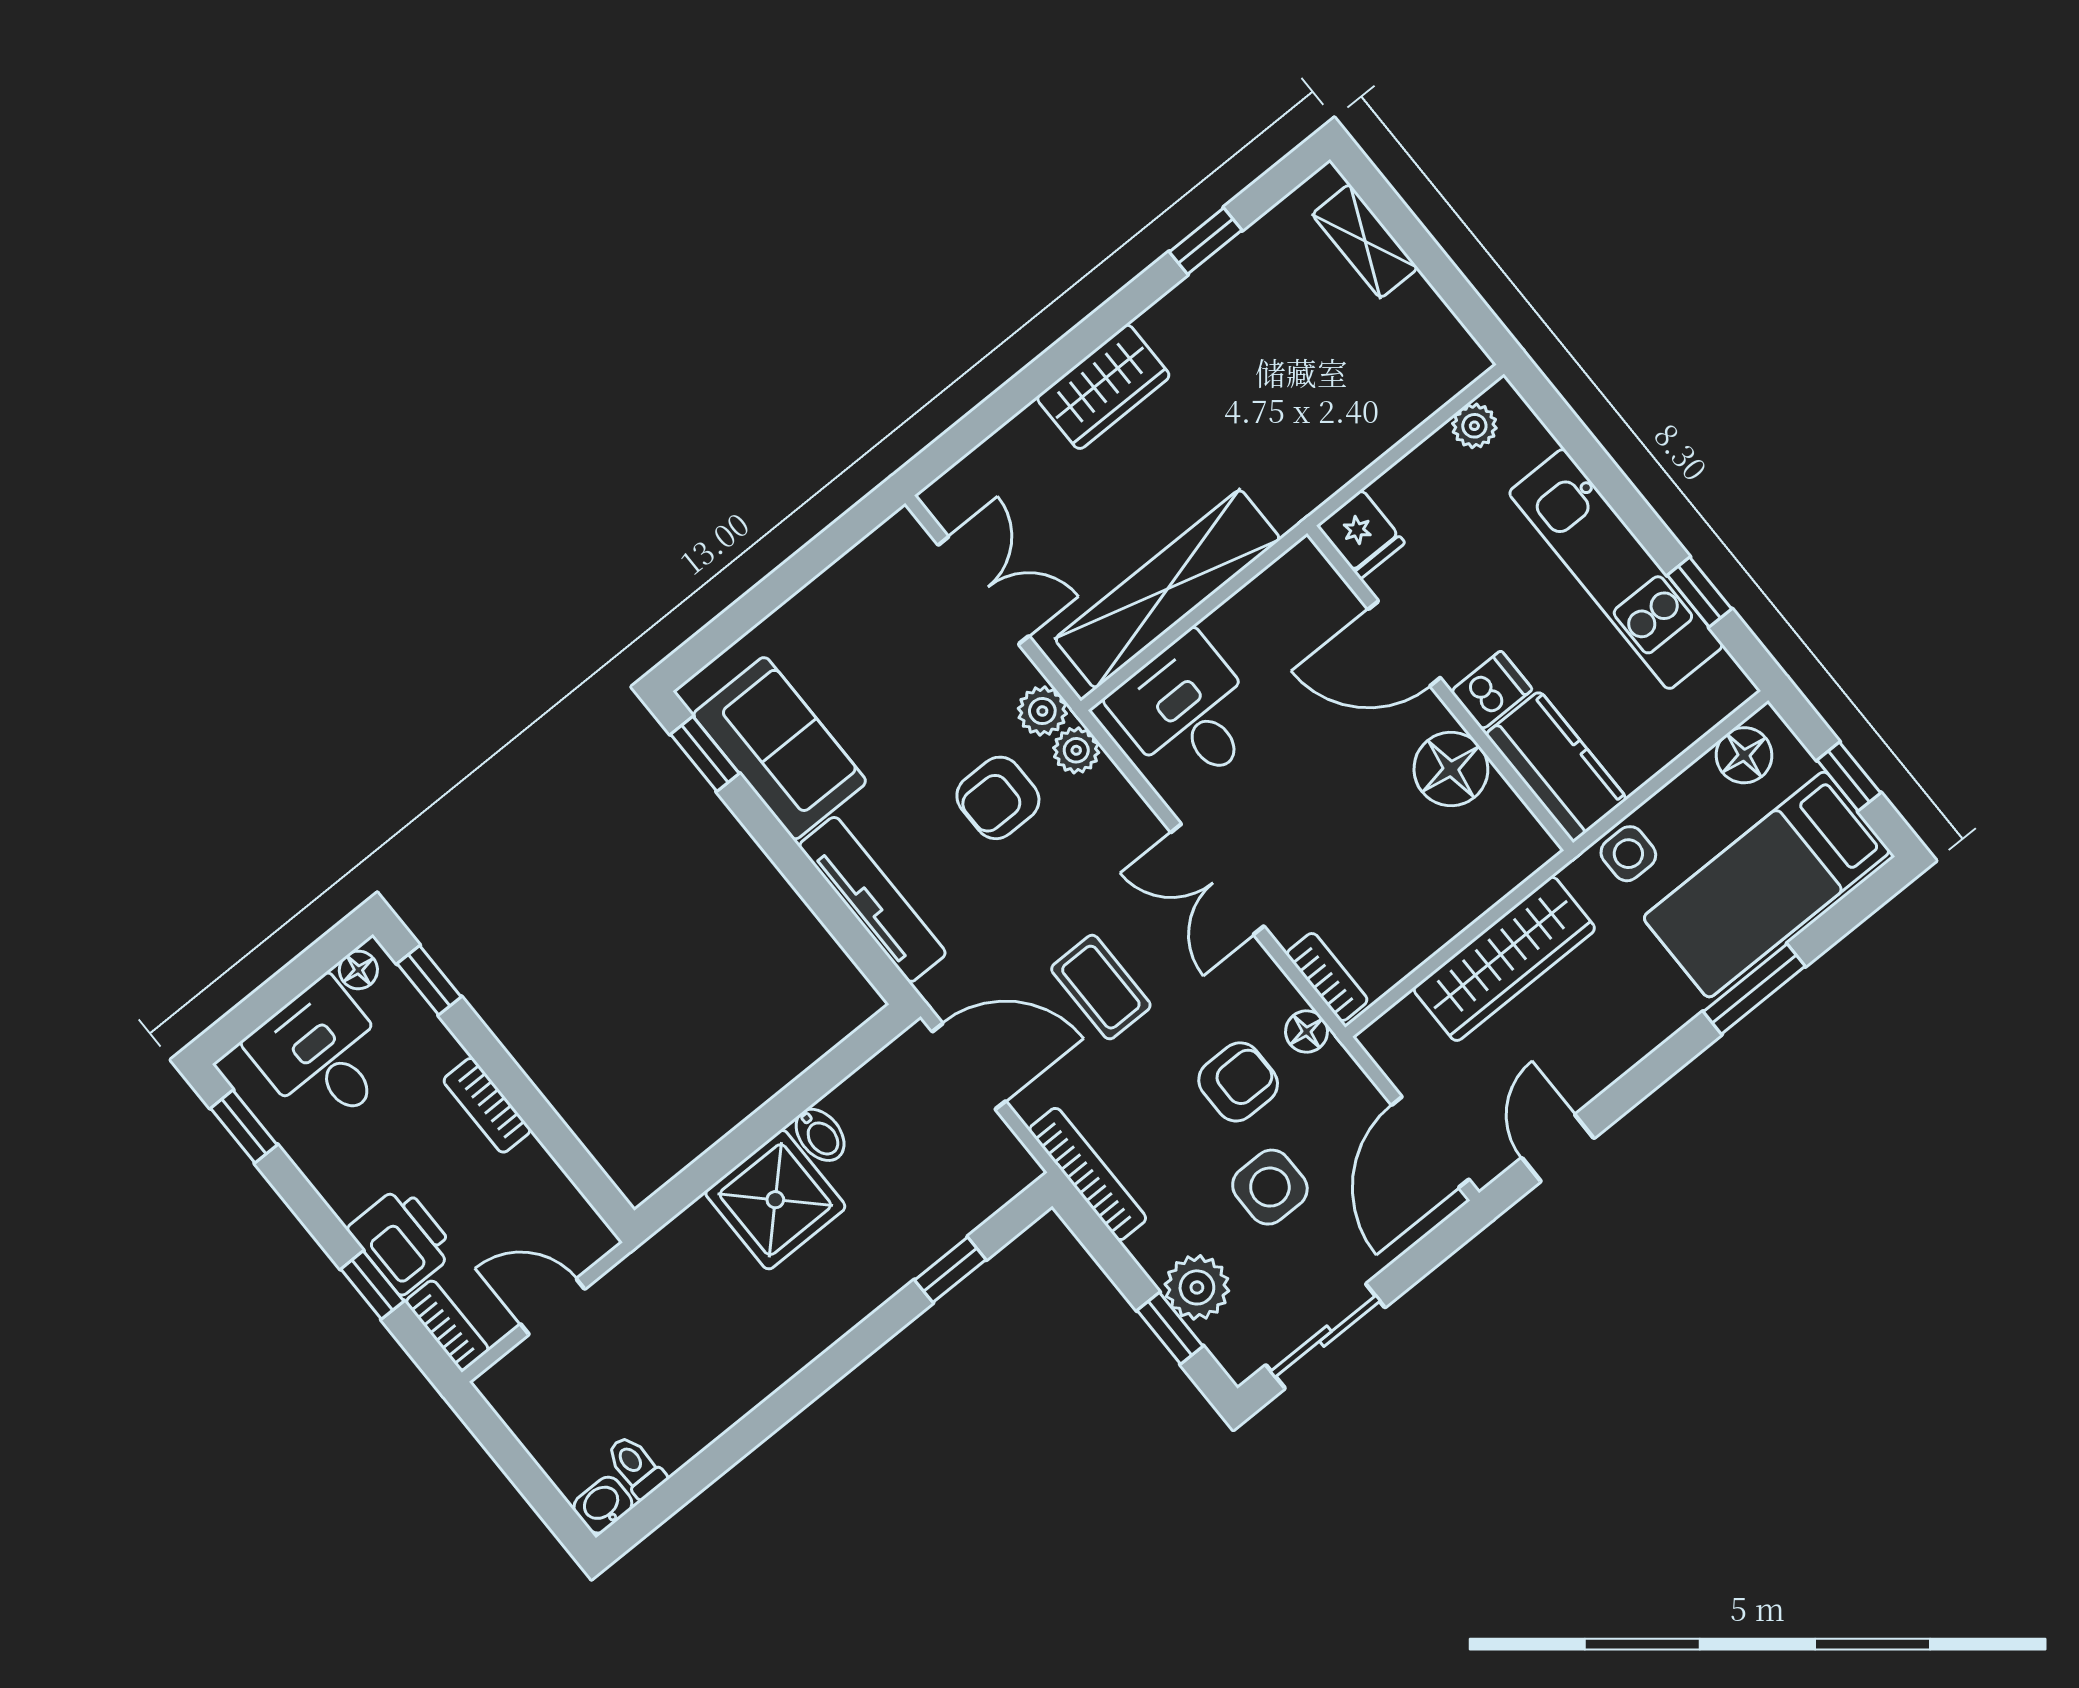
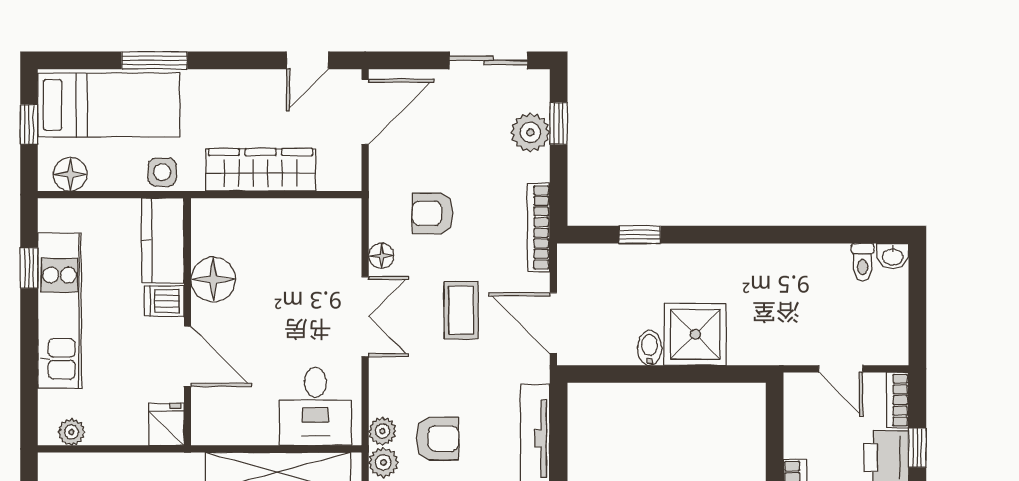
bookcase: (1327, 977) -> (351, 229), removed
floor lamp: (1307, 1031) -> (381, 256), moved
side table: (1270, 1187) -> (458, 152), removed

